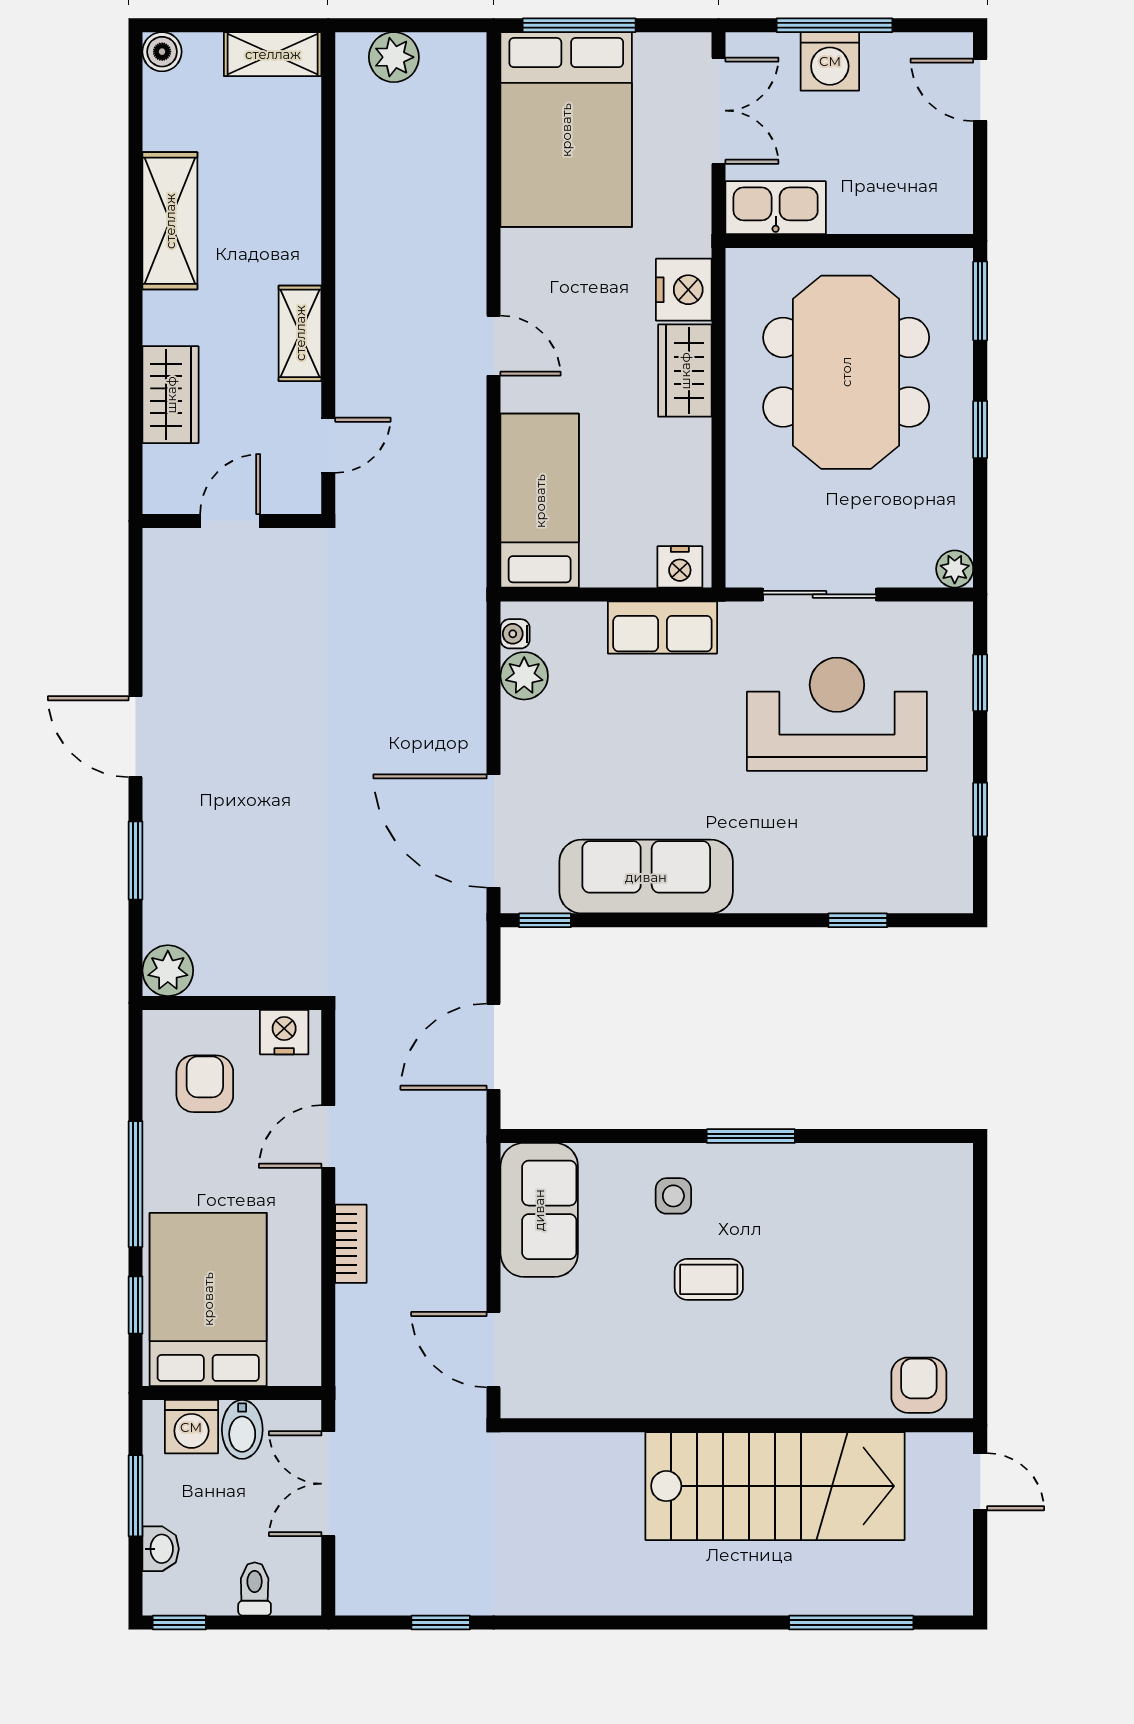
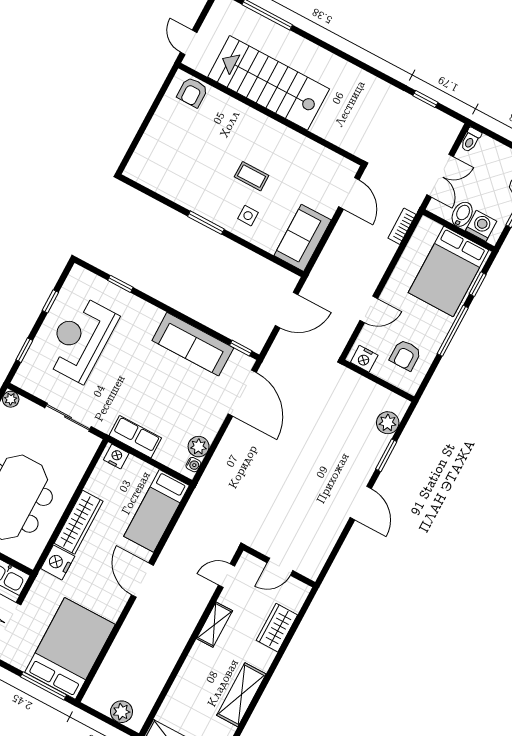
door: (494, 346) -> (142, 580), width x1.38
wardrobe: (685, 371) -> (79, 522), width x1.50
reception desk: (837, 714) -> (80, 339), moved, turned 90
plant: (168, 971) -> (388, 423), moved
bookcase: (351, 1244) -> (402, 226), moved
toilet: (255, 1589) -> (471, 140), moved

